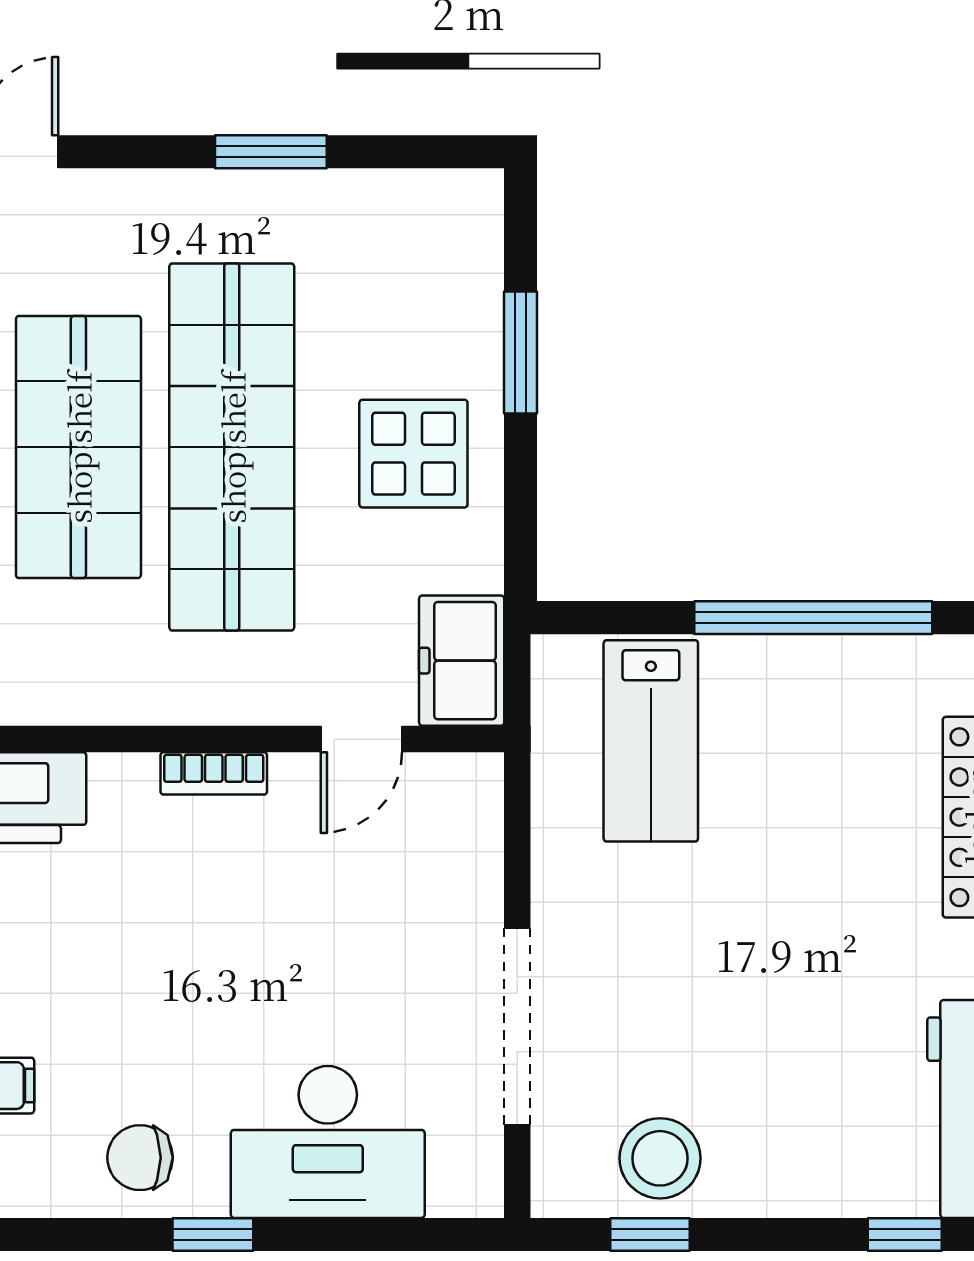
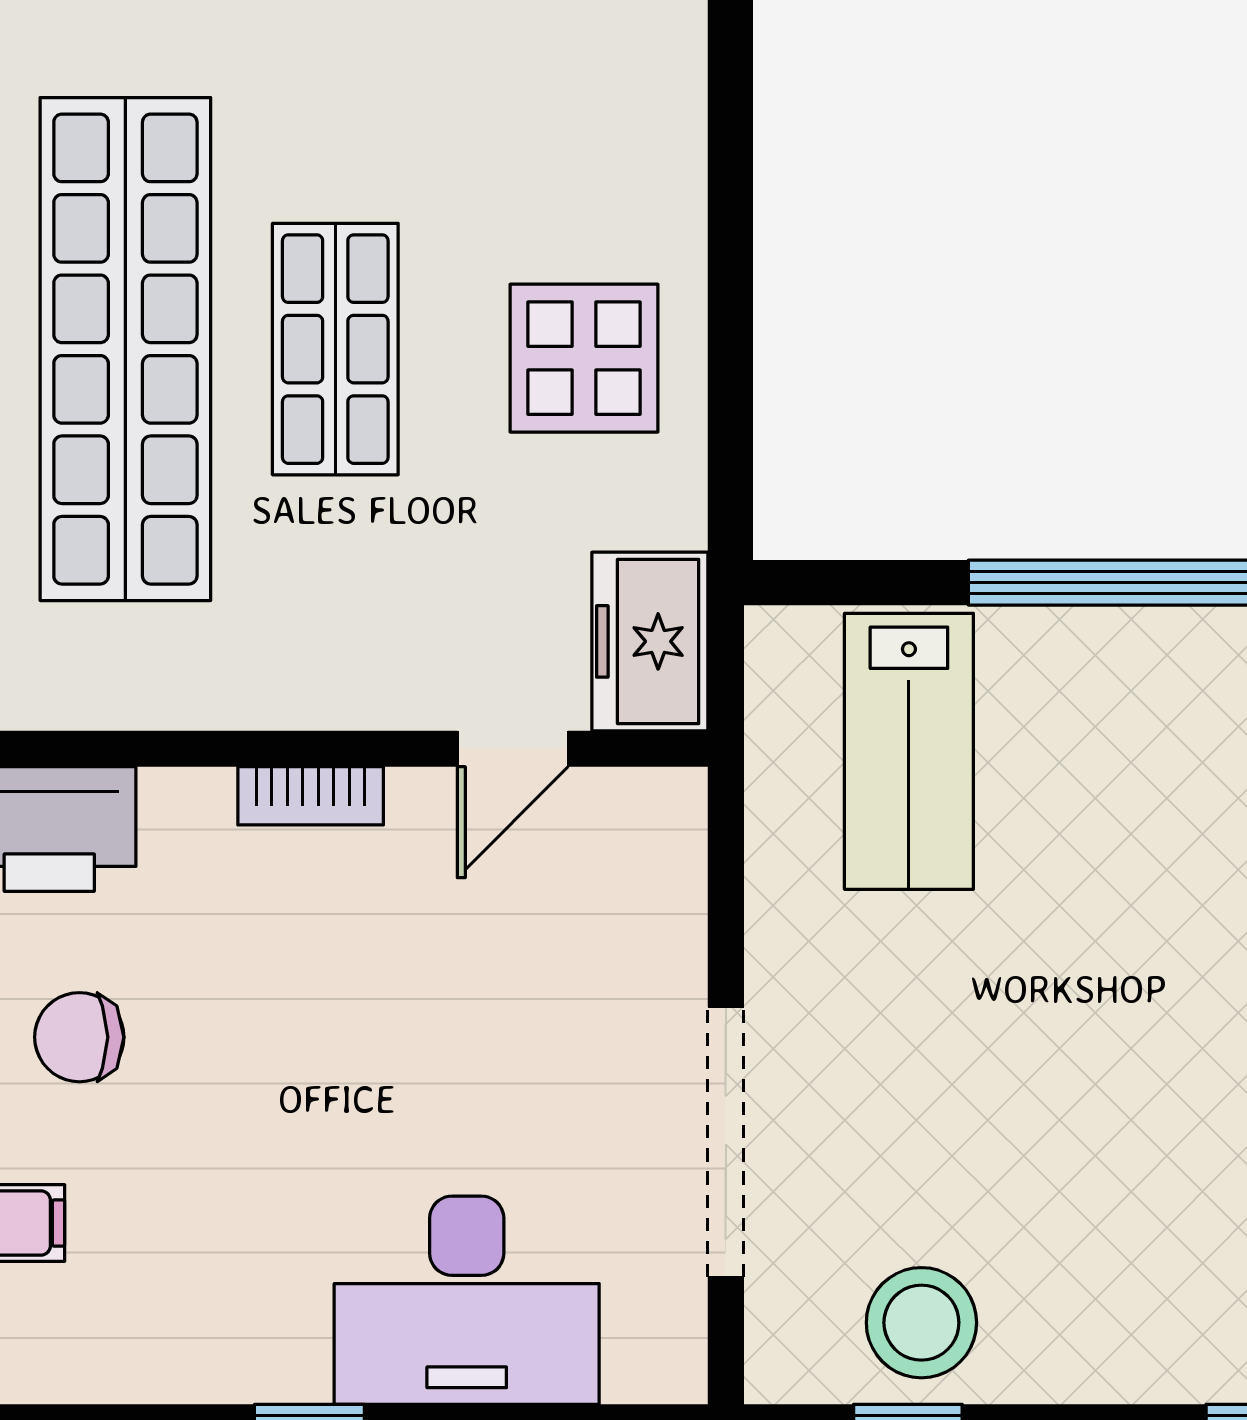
window: (520, 353) -> (730, 220), removed
shop shelf: (78, 447) -> (125, 349), width x1.40
shop shelf: (232, 447) -> (335, 349), width x0.50, depth x0.74
chair: (140, 1158) -> (79, 1037), moved

